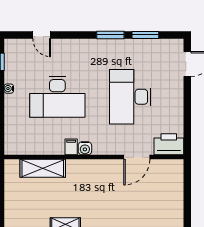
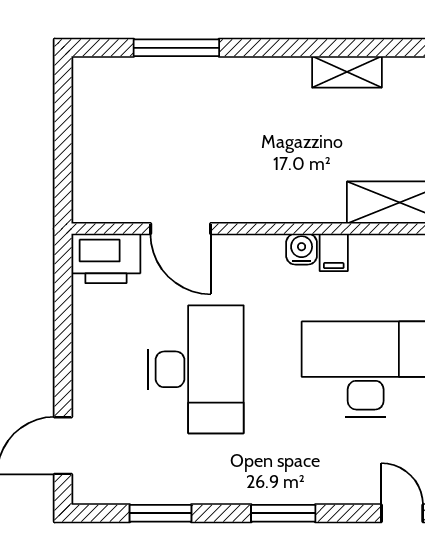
window: (110, 35) -> (283, 513), moved
door: (137, 157) -> (181, 229), swing flipped

